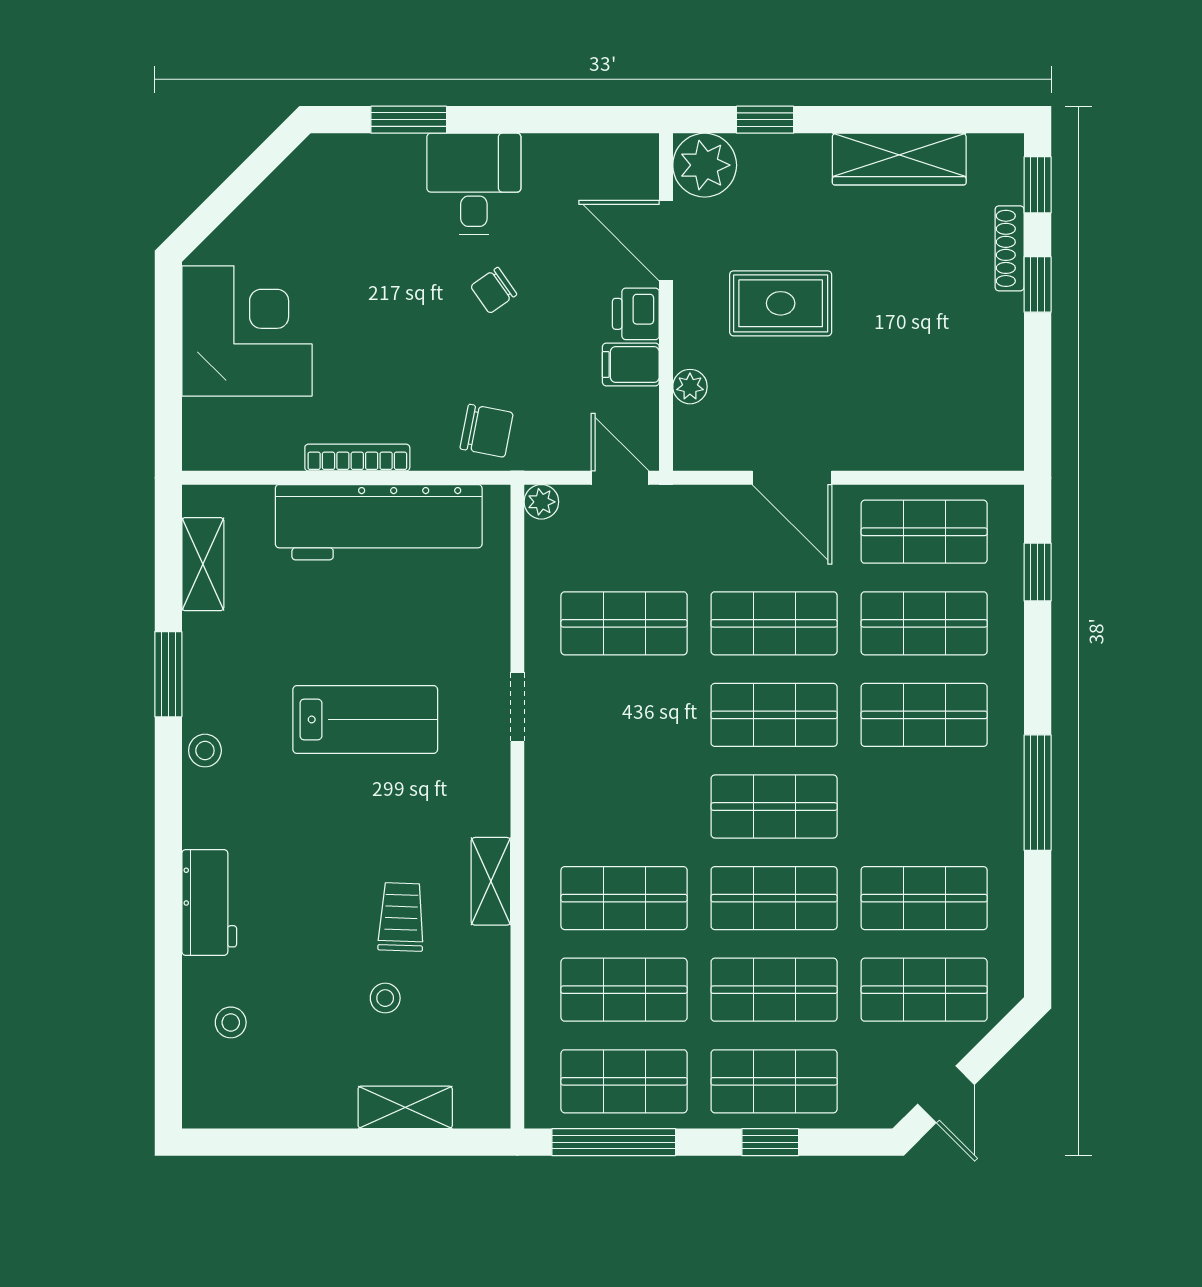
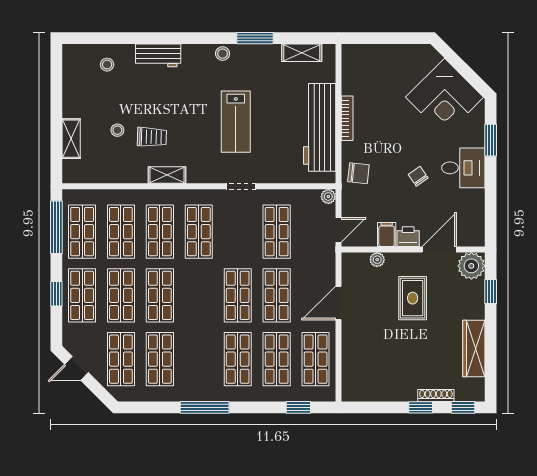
corner desk: (247, 331) -> (445, 97), moved, turned 45
chair: (487, 431) -> (358, 173), turned -95
shop shelf: (774, 807) -> (199, 232), moved

